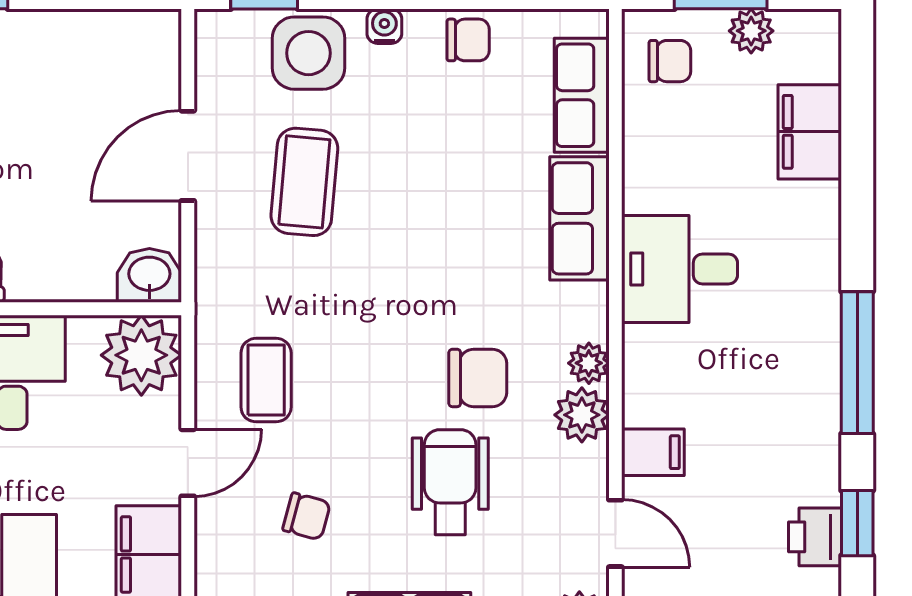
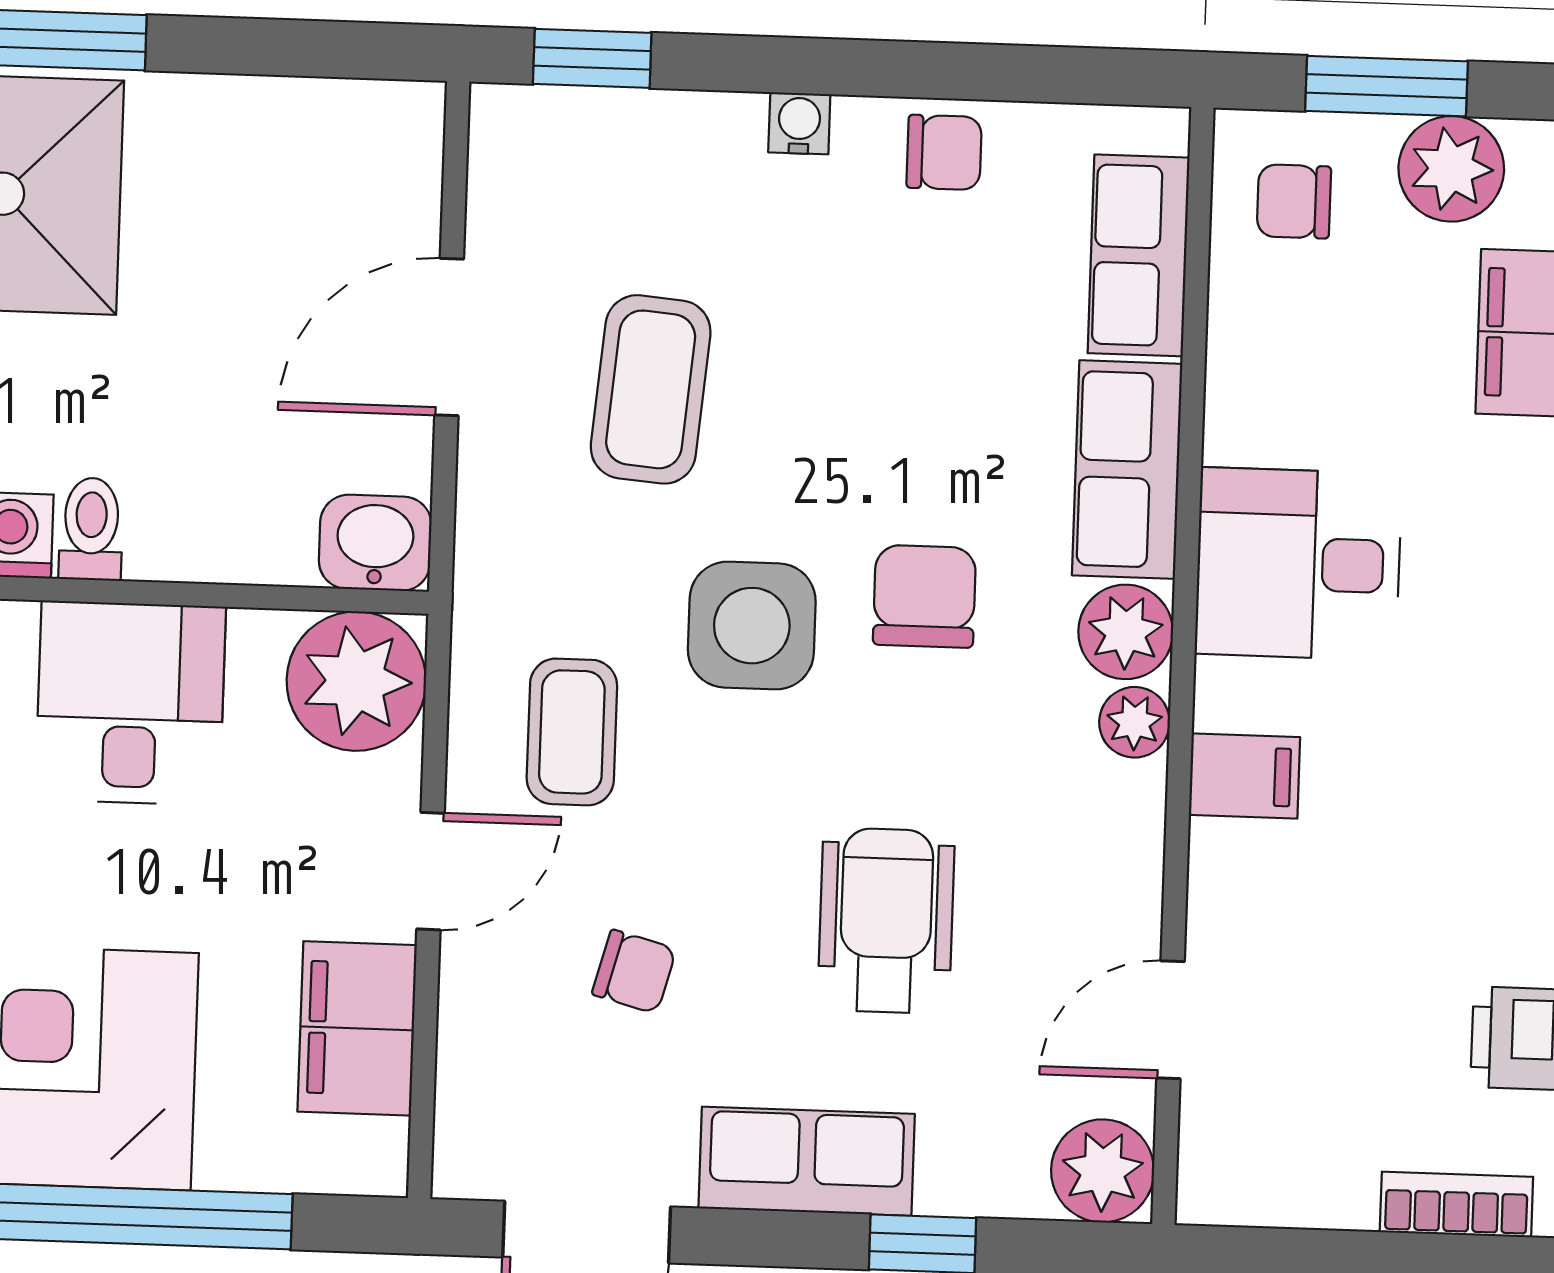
plant: (751, 31) -> (1451, 169), width x1.38, depth x1.38
side table: (308, 53) -> (752, 626), moved
chair: (670, 61) -> (1294, 201), turned 180
chair: (478, 378) -> (924, 596), moved, turned -90
plant: (582, 415) -> (1126, 632), moved
filing cabinet: (653, 452) -> (1244, 776), moved
door: (615, 533) -> (1170, 1020), swing flipped

